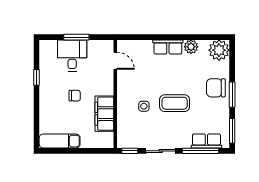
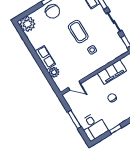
plant: (191, 47) -> (54, 72), moved
desk: (72, 55) -> (94, 126), moved, turned -90
door: (115, 61) -> (74, 86), swing flipped

